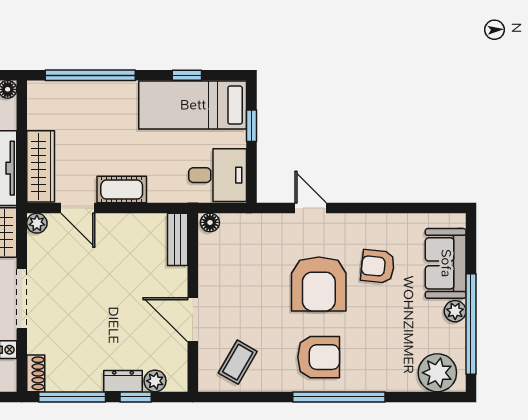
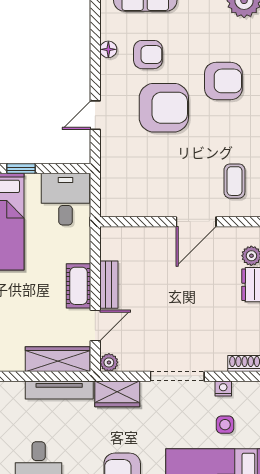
floor lamp: (210, 222) -> (108, 49), moved
bench: (178, 239) -> (109, 285), moved, turned 90
armchair: (378, 266) -> (148, 55), turned -96
armchair: (319, 357) -> (223, 81), moved, turned 90
coffee table: (238, 362) -> (234, 181), turned 60

